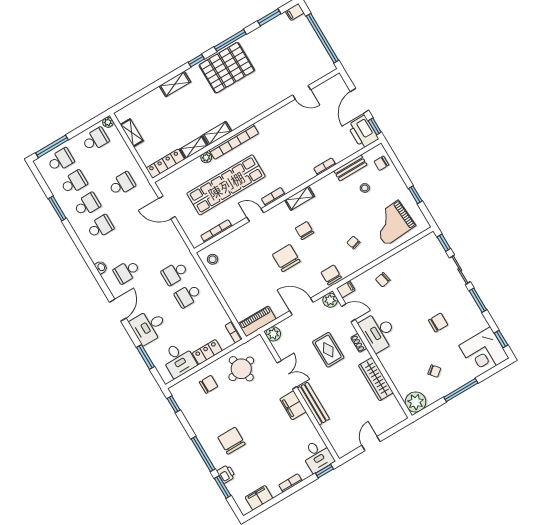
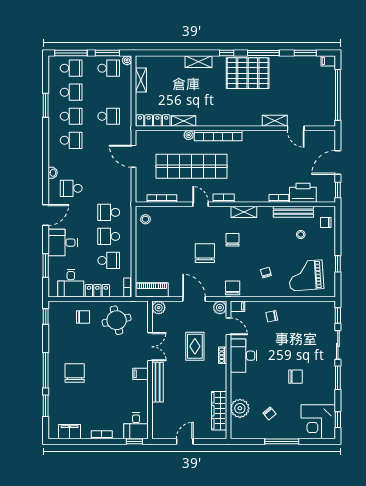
window: (86, 126) -> (107, 53), added
printer: (363, 132) -> (303, 193), moved, turned 90
shelving: (217, 133) -> (275, 121), moved
bench: (350, 168) -> (293, 212), width x1.36
school desk: (201, 318) -> (109, 260), added
wardrobe: (376, 379) -> (219, 411), moved
plant: (416, 402) -> (240, 408), moved
filing cabinet: (293, 405) -> (140, 374), width x0.50
printer: (226, 474) -> (55, 397), removed

